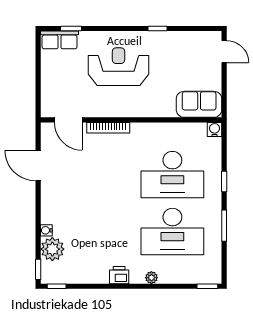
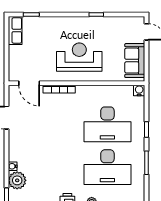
row of seats: (60, 40) -> (15, 30), moved, turned -90
reception desk: (119, 67) -> (79, 57), moved
sofa: (199, 104) -> (135, 61), moved, turned -90

